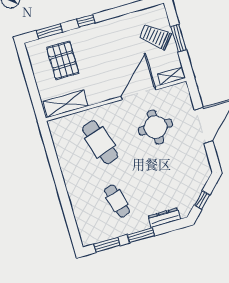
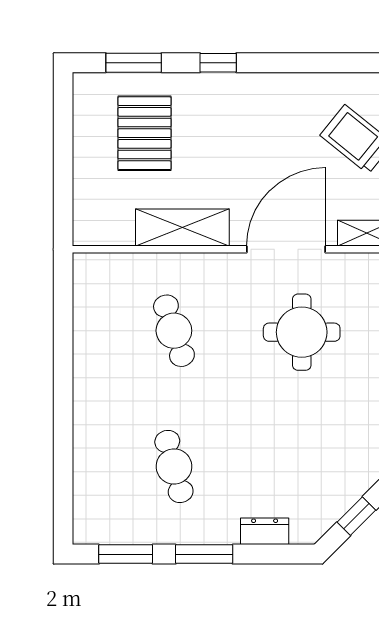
shelving: (65, 104) -> (182, 228), moved
cafe table: (100, 142) -> (174, 331), width x0.73, depth x0.74
dresser: (164, 218) -> (265, 531), width x0.70

